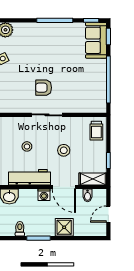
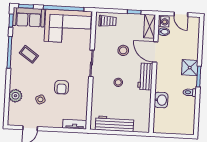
coffee table: (54, 43) -> (29, 54), added
corner sofa: (88, 85) -> (68, 26), added
armchair: (44, 88) -> (62, 87), moved
workbench: (29, 177) -> (145, 77), width x0.73
door: (64, 187) -> (155, 52), swing flipped
washing machine: (44, 195) -> (164, 22), moved
shower: (64, 227) -> (190, 68), moved

